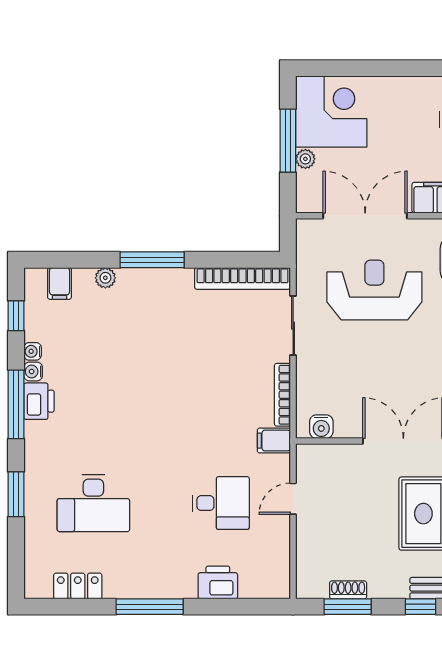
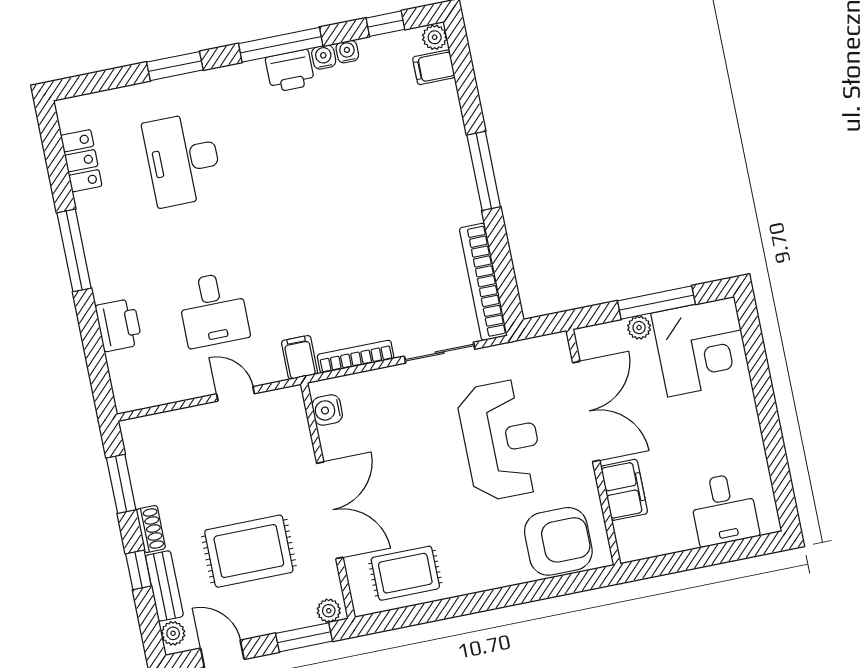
plant: (105, 278) -> (435, 37), moved
shoe rack: (348, 590) -> (151, 529), moved

